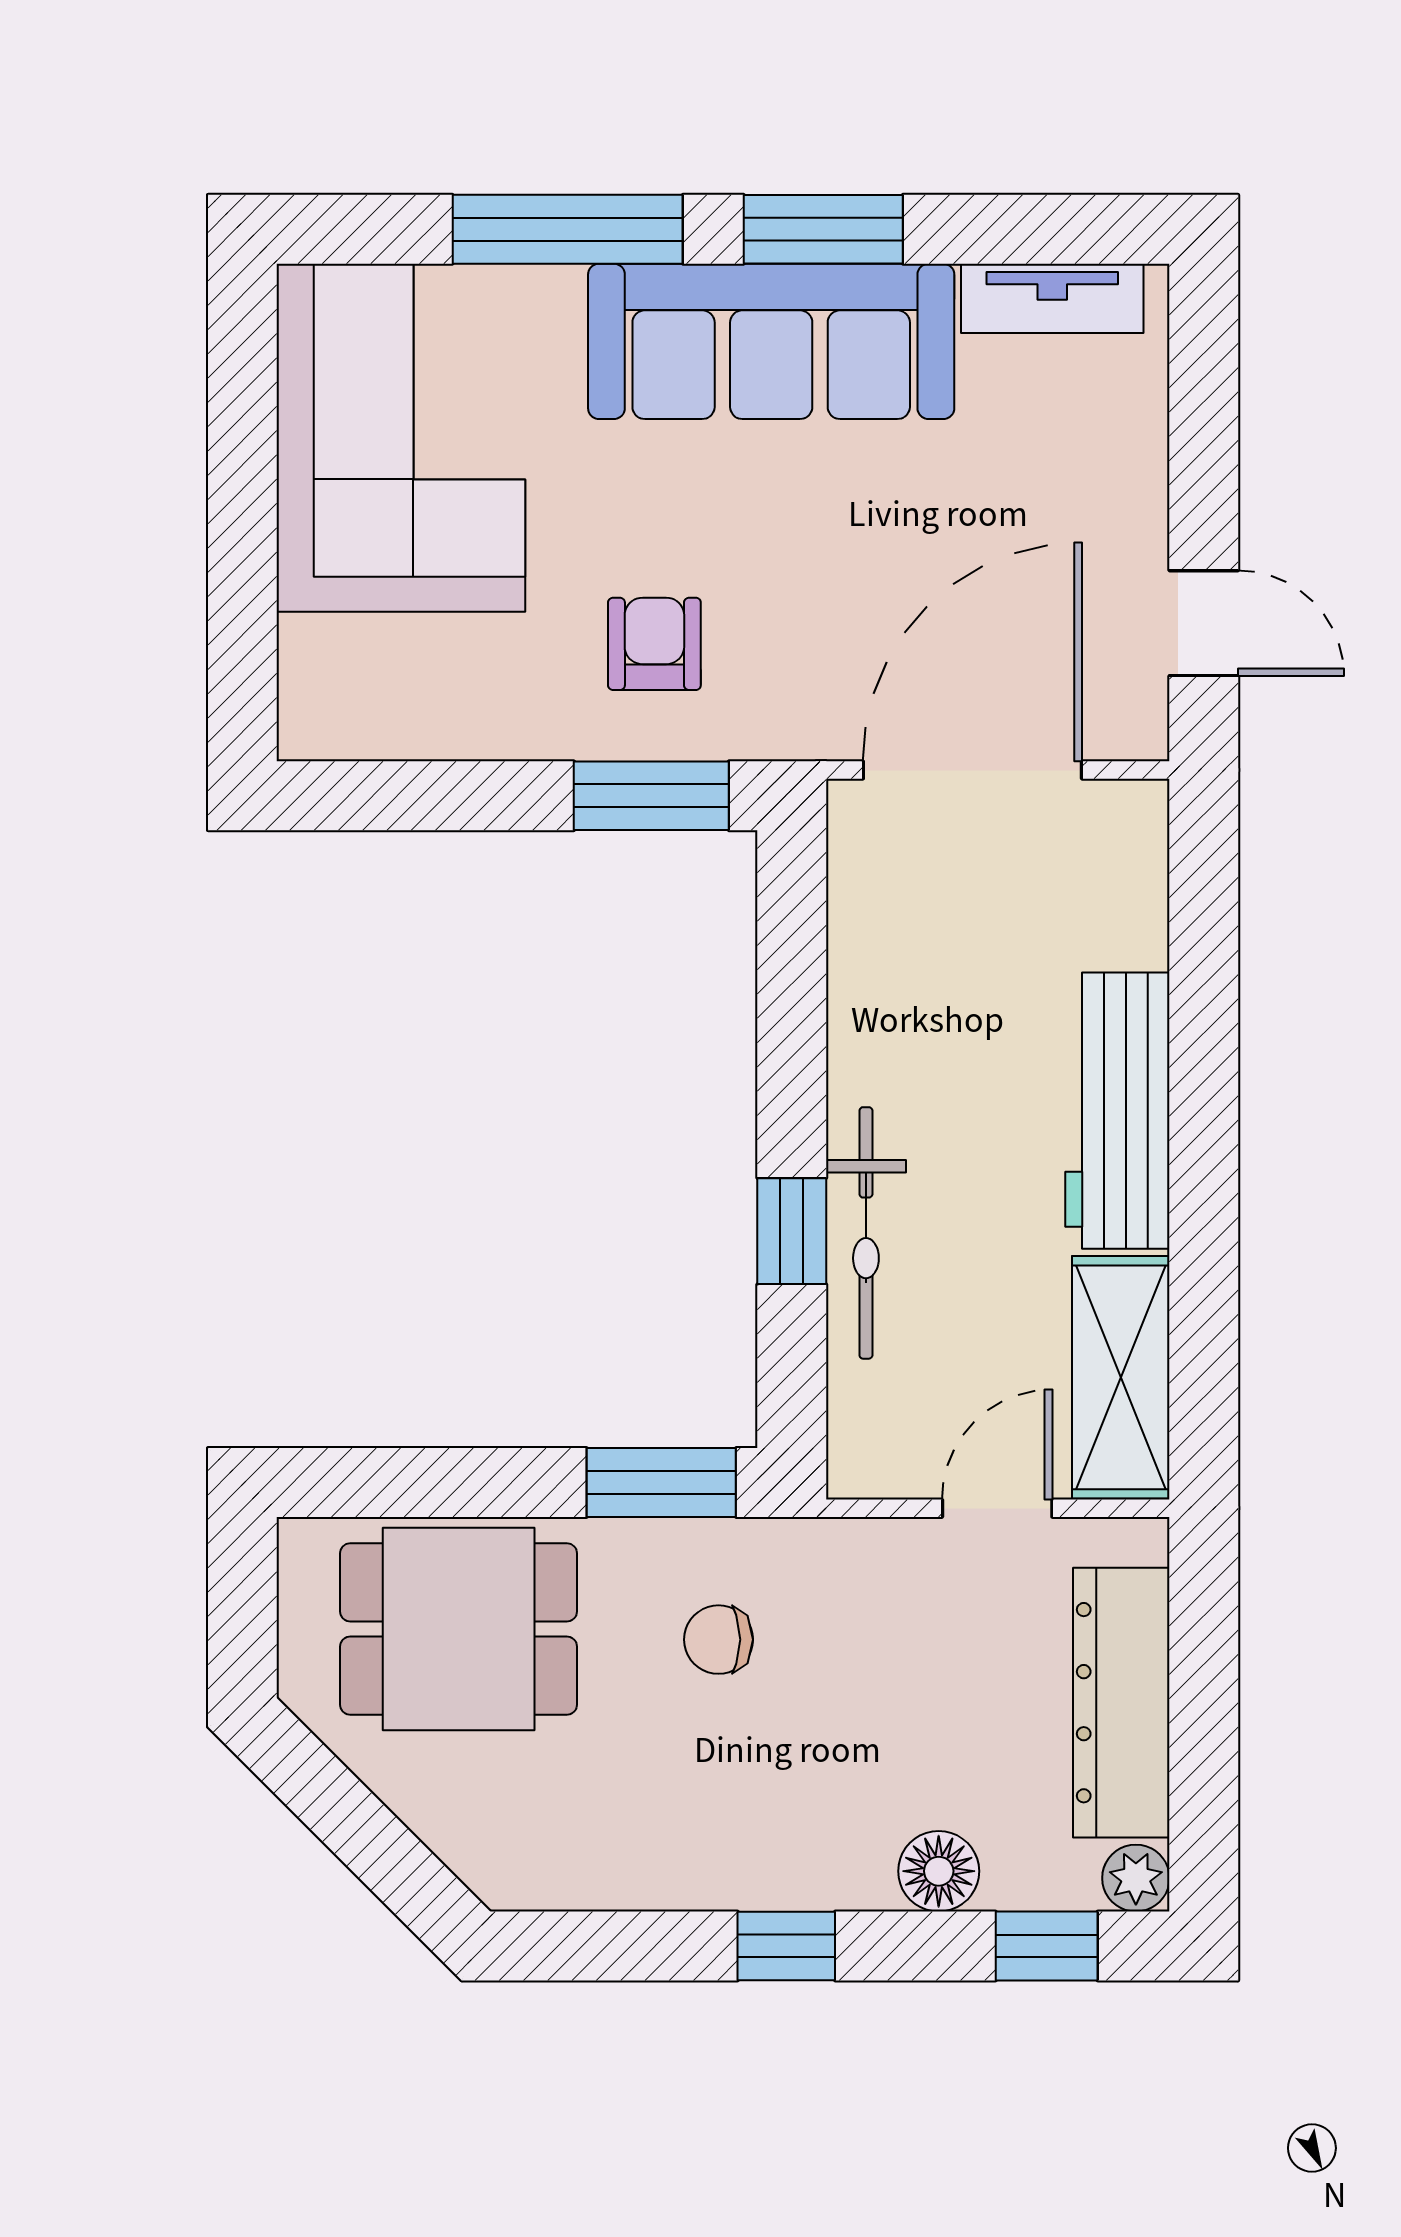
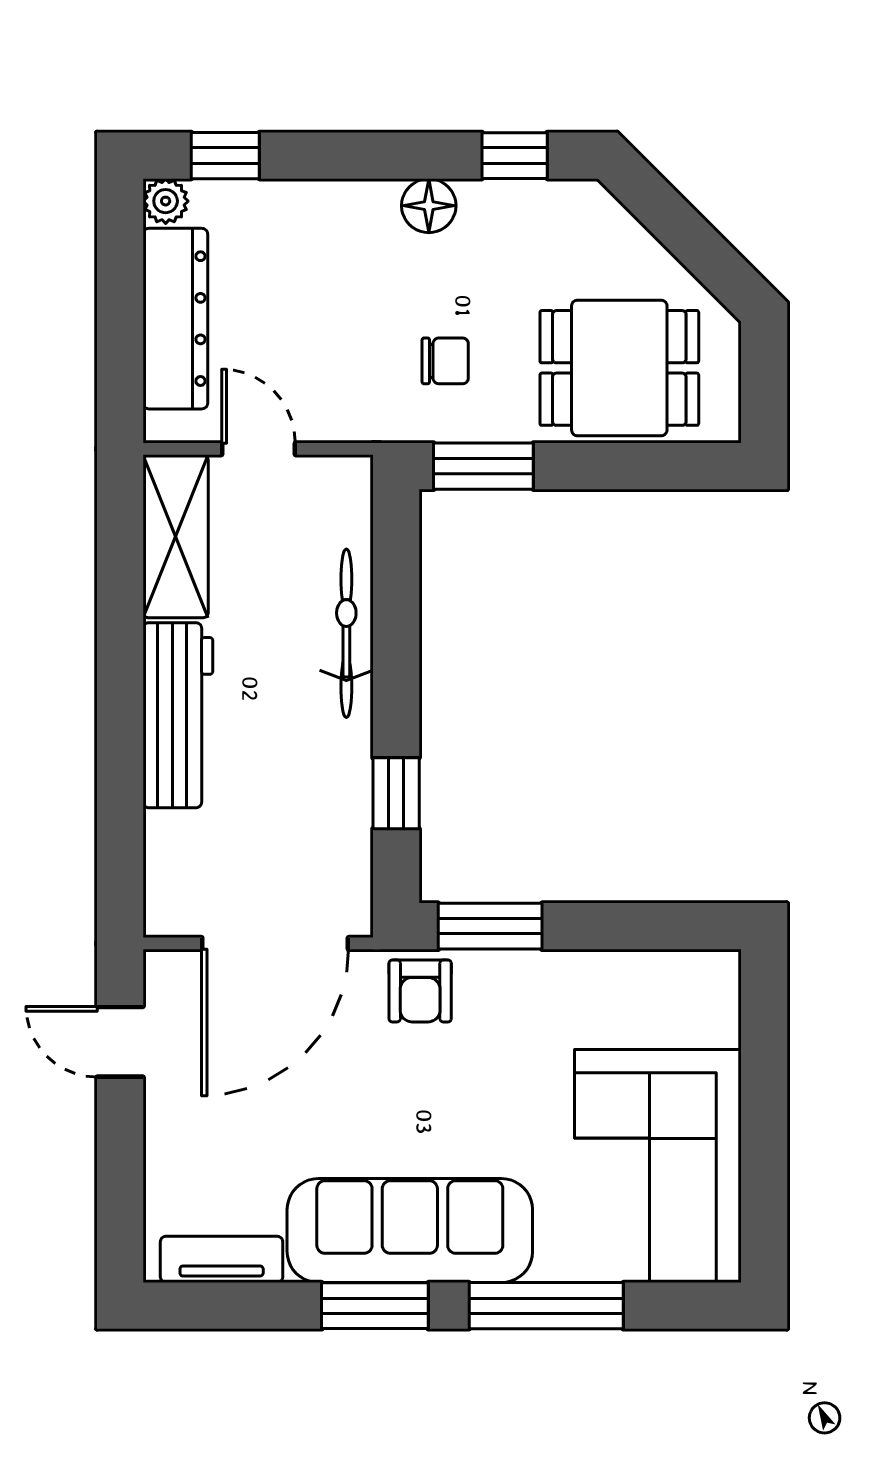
armchair: (654, 644) -> (420, 991), moved
window: (792, 1231) -> (396, 793), moved
door: (997, 1508) -> (258, 449), swing flipped
floor lamp: (939, 1871) -> (429, 206), moved
window: (786, 1946) -> (515, 156), moved

